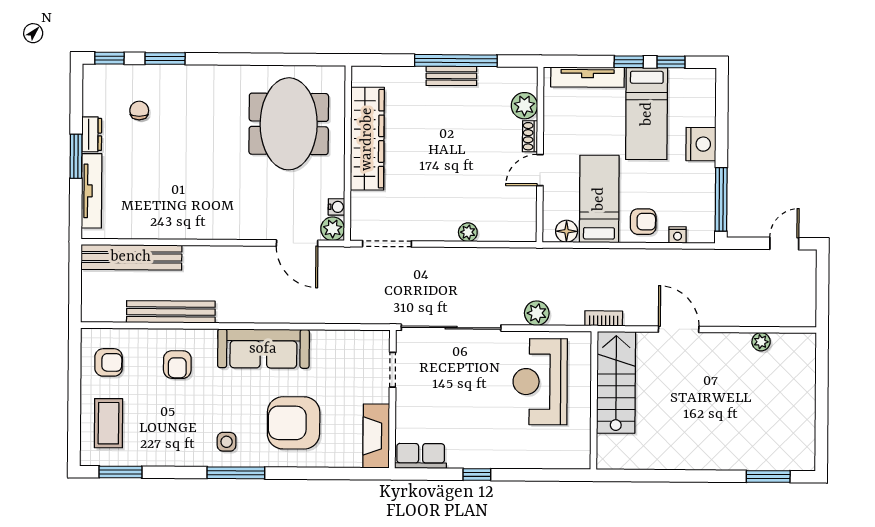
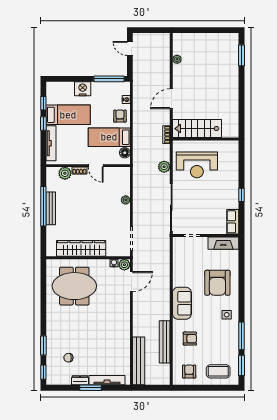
bench: (451, 76) -> (51, 208), width x1.36
sofa: (263, 349) -> (182, 303), width x0.73
window: (236, 473) -> (242, 336), moved

